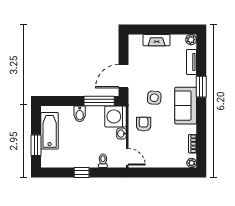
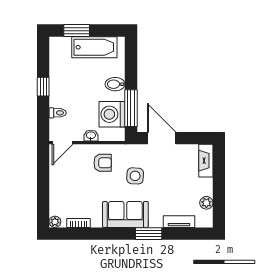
fireplace: (157, 40) -> (206, 161), moved
plant: (191, 40) -> (206, 203), moved
washing machine: (115, 116) -> (112, 114), moved, turned -90

